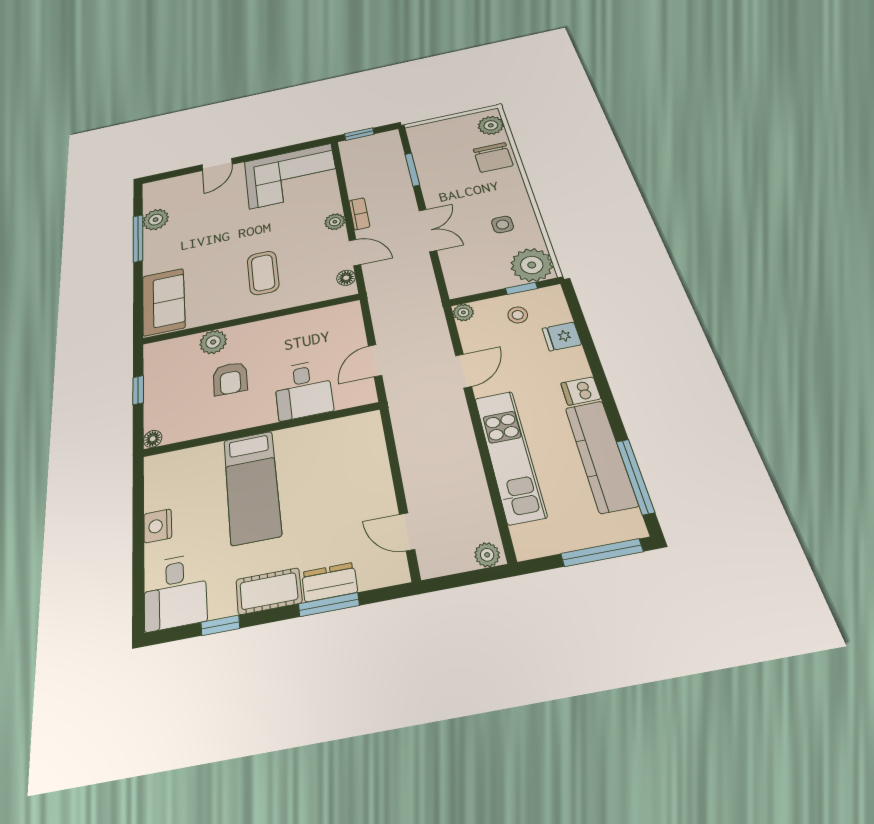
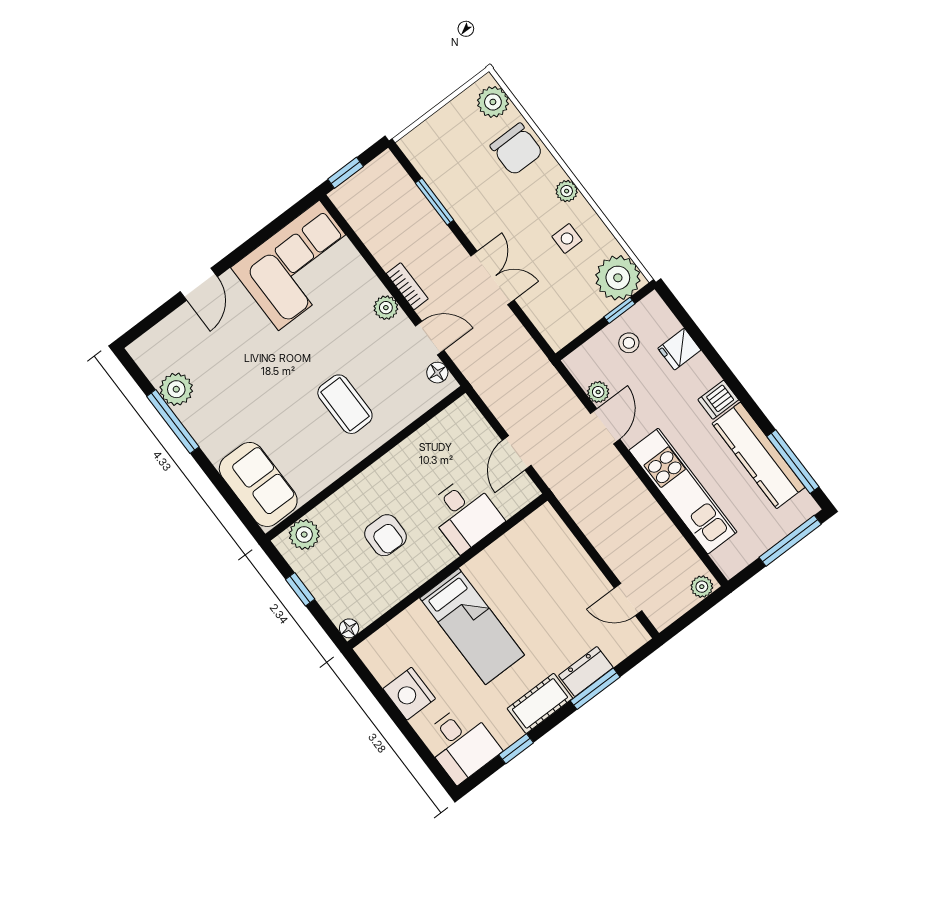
plant: (519, 194) -> (567, 191), added
plant: (463, 312) -> (598, 392), moved
plant: (213, 342) -> (304, 534), moved
nightstand: (158, 526) -> (409, 694), width x1.36, depth x1.33

